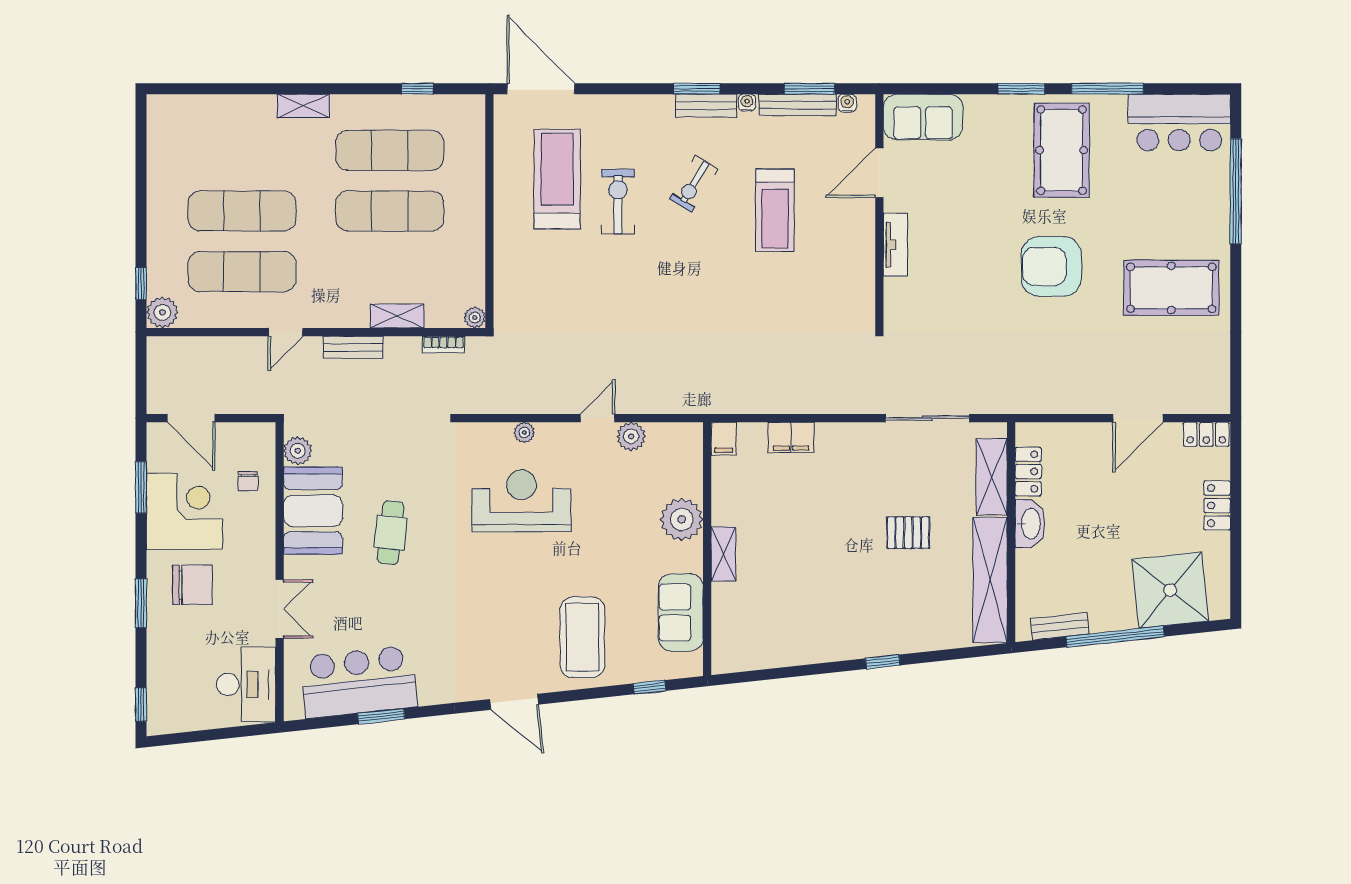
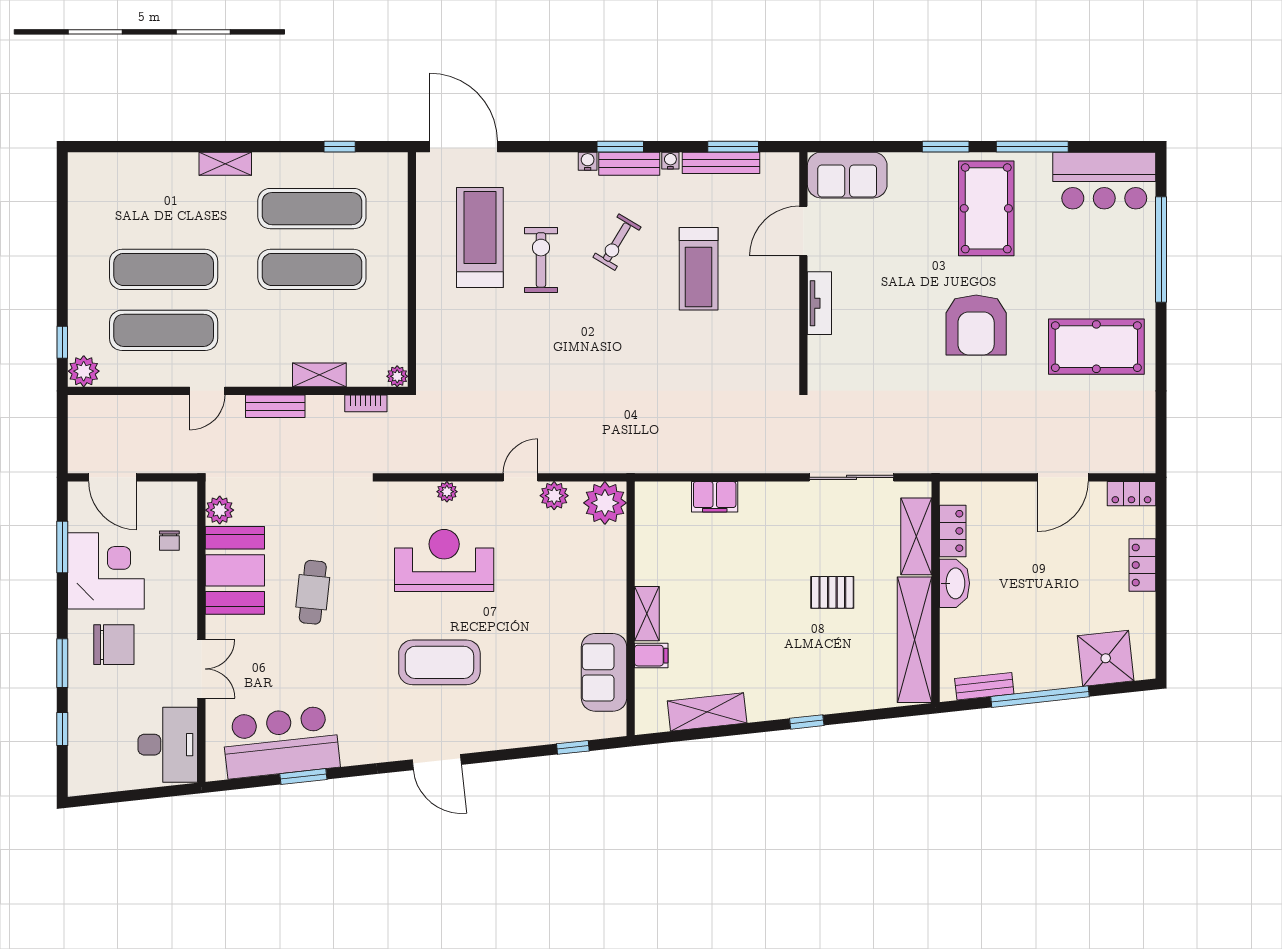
water cooler: (847, 103) -> (588, 161), moved
armchair: (1051, 266) -> (976, 325), turned -90
filing cabinet: (724, 439) -> (651, 656), moved, turned -90
plant: (682, 519) -> (605, 503), moved
shower: (1170, 590) -> (1106, 658), width x0.73, depth x0.73
coffee table: (582, 637) -> (439, 662), moved, turned 90
shelving: (783, 652) -> (707, 712), added
window: (141, 704) -> (62, 729), moved

